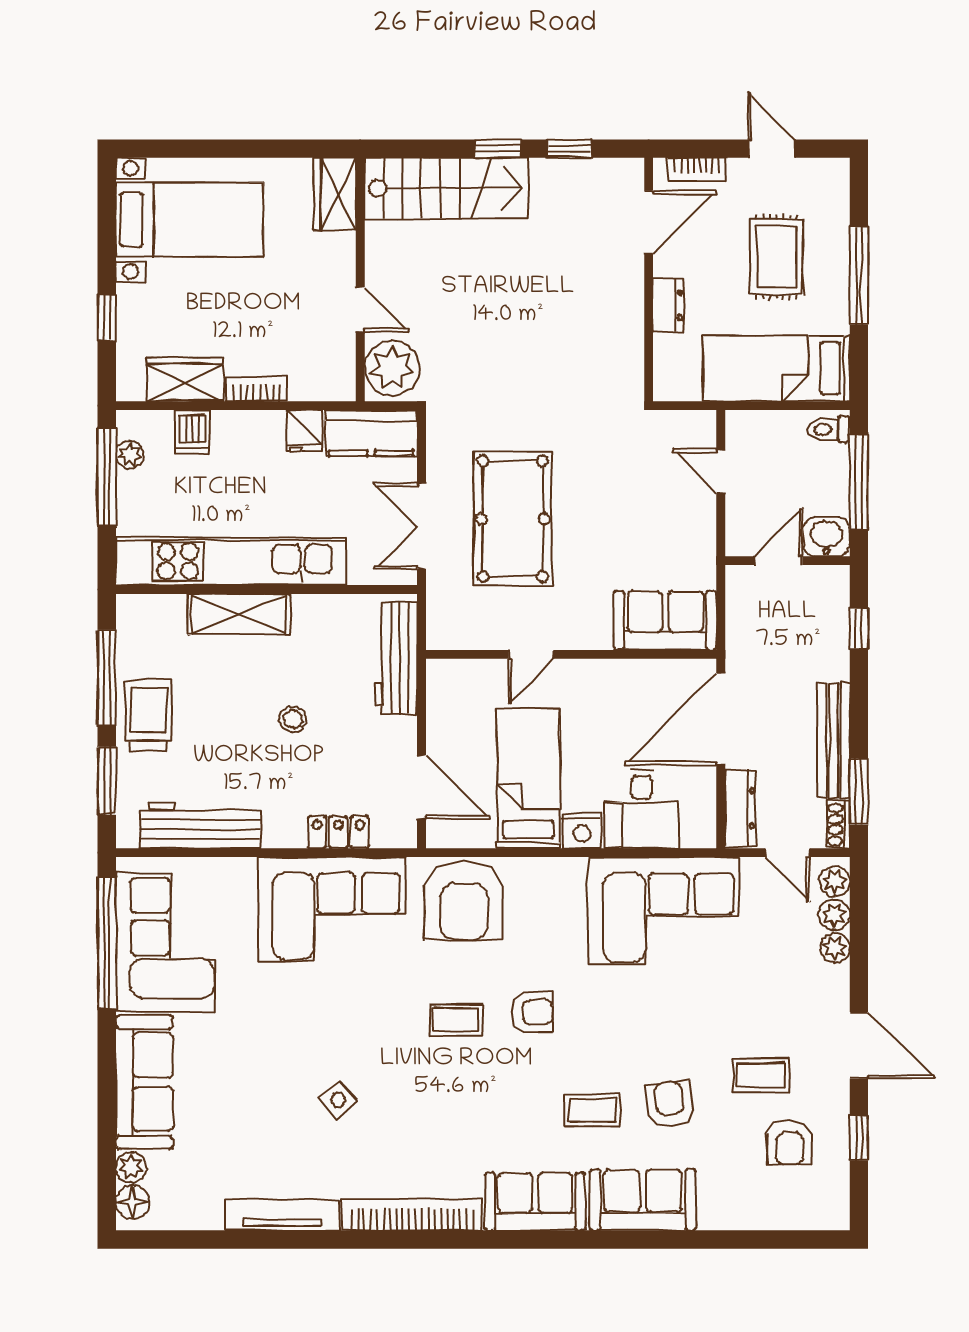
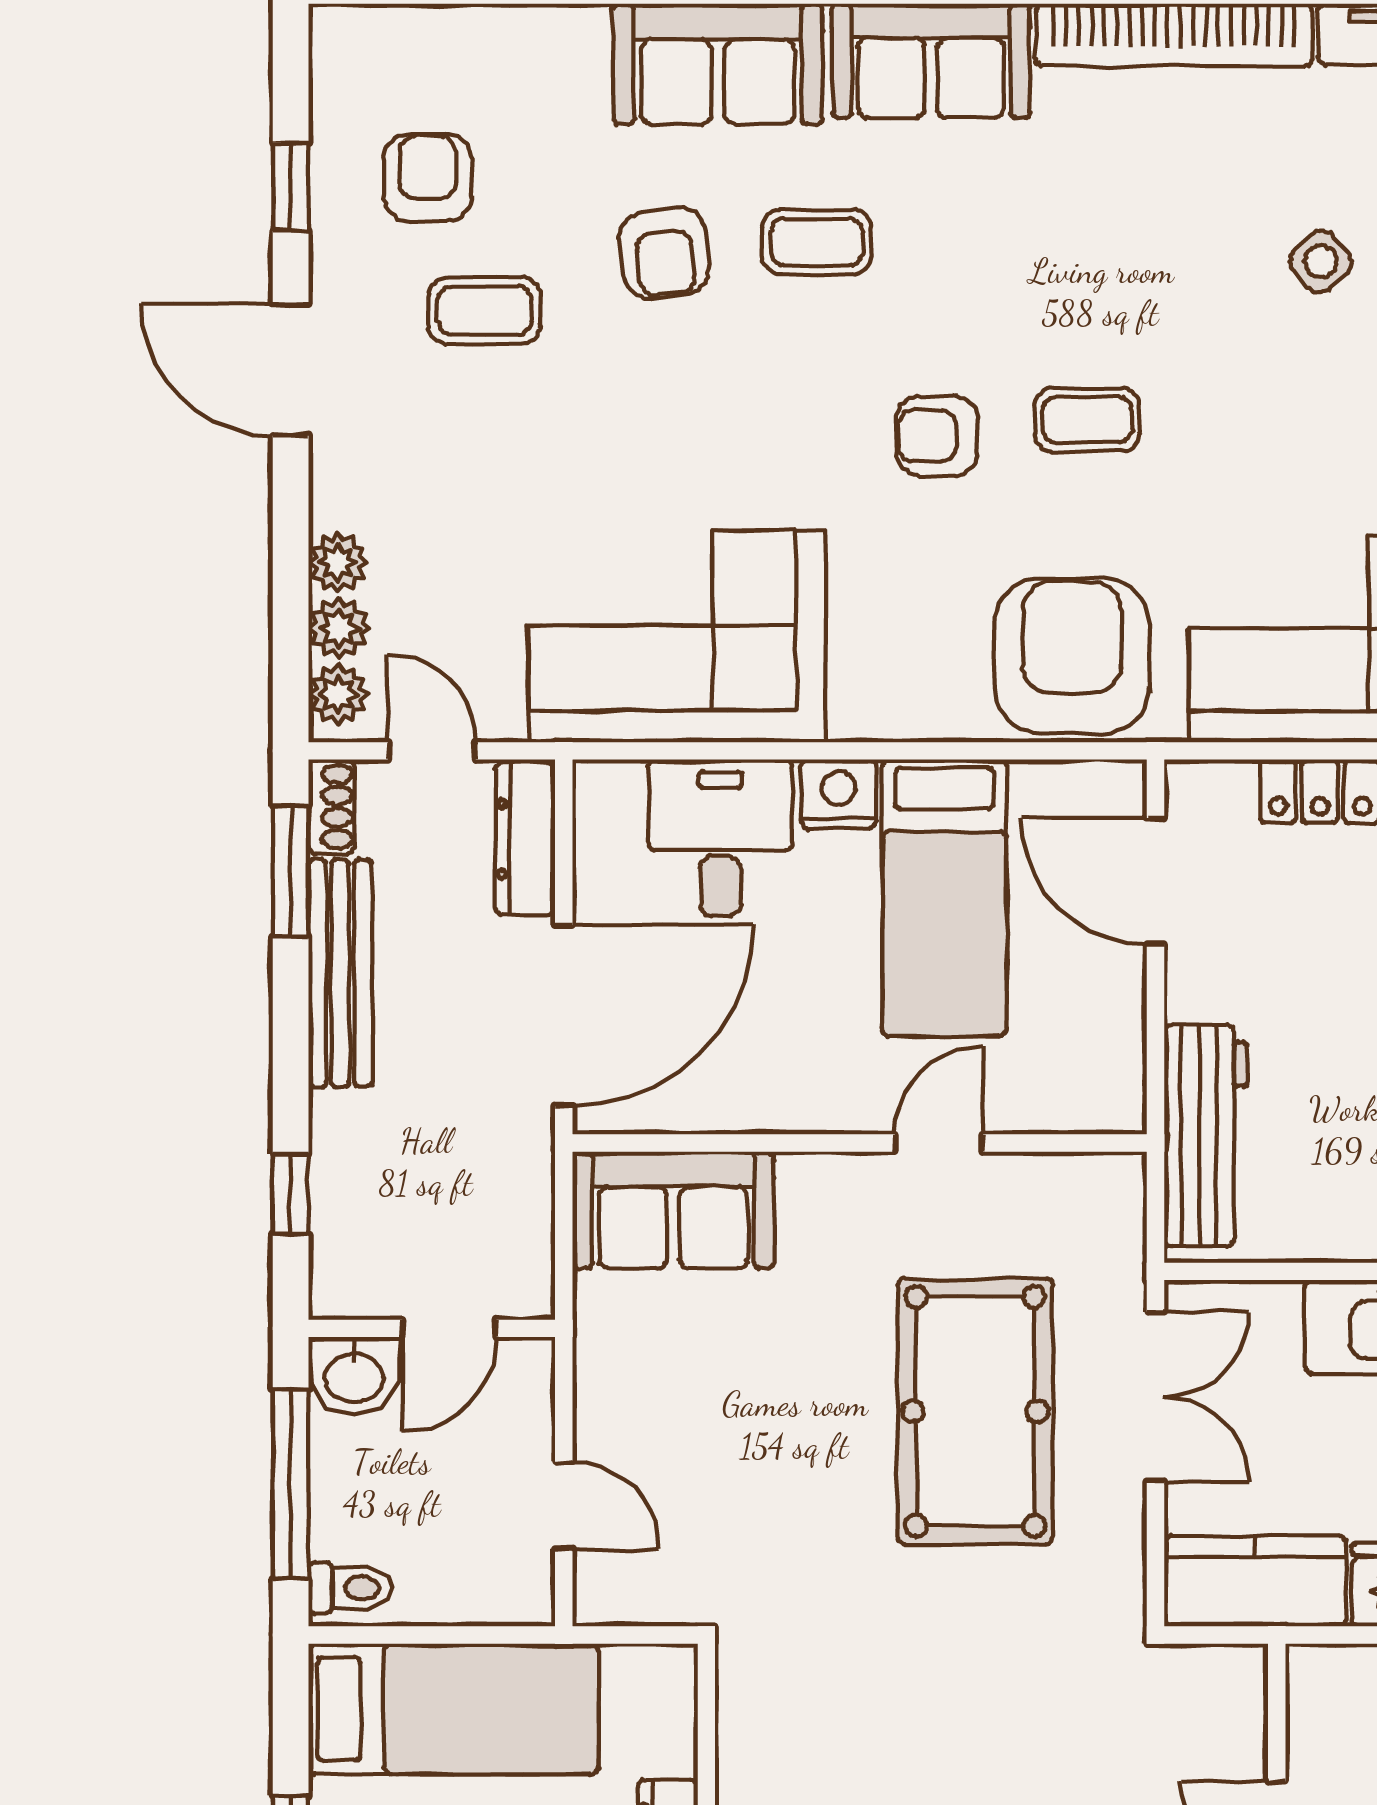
plant: (392, 368) -> (1214, 1709), removed

